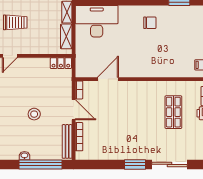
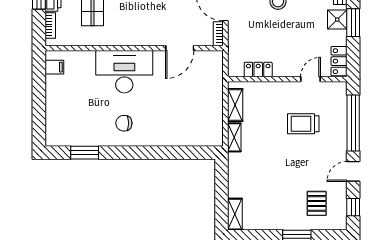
desk: (97, 21) -> (124, 72), moved, turned 180
locker: (61, 63) -> (258, 69), moved

